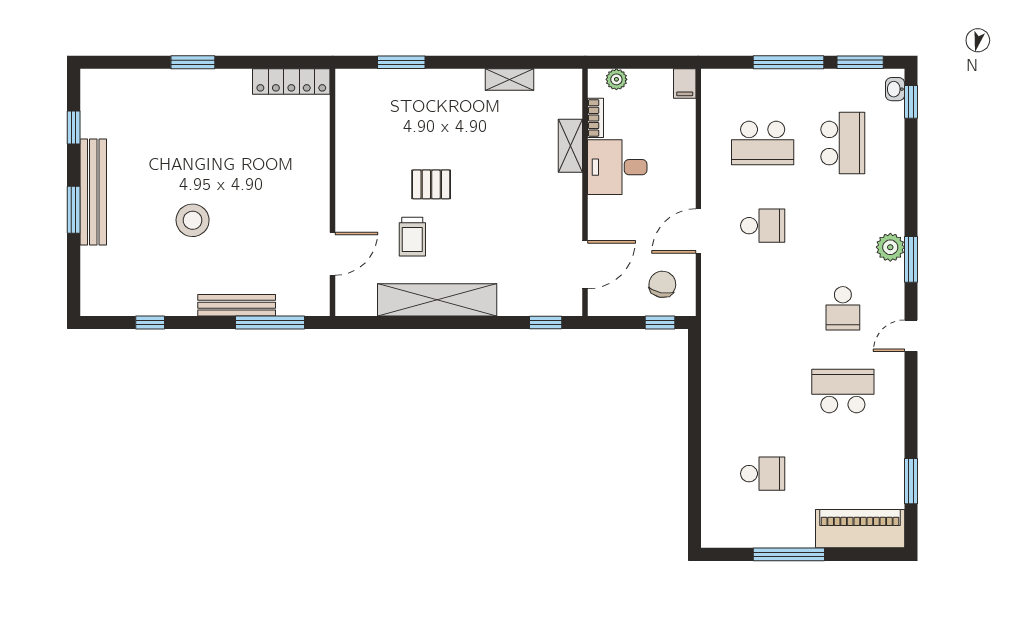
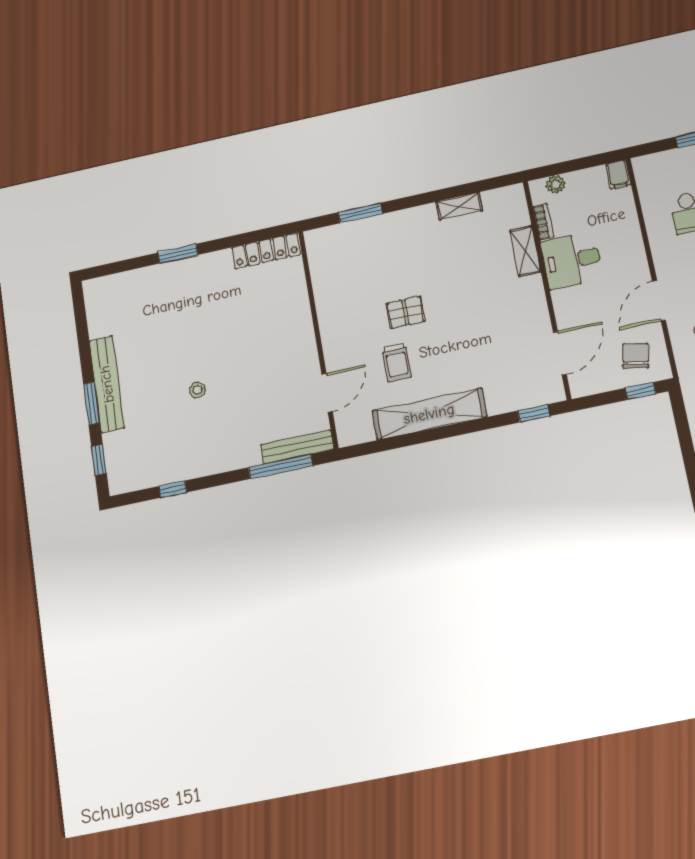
window: (74, 127) -> (99, 460), moved
stool: (193, 220) -> (197, 390), width x0.53, depth x0.53
bench: (237, 305) -> (297, 447), moved

